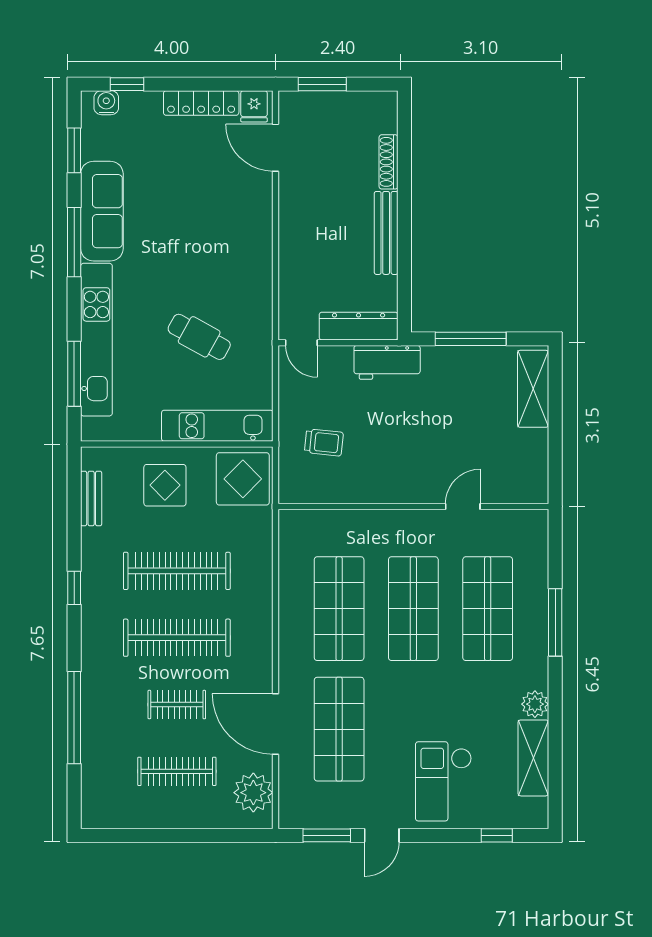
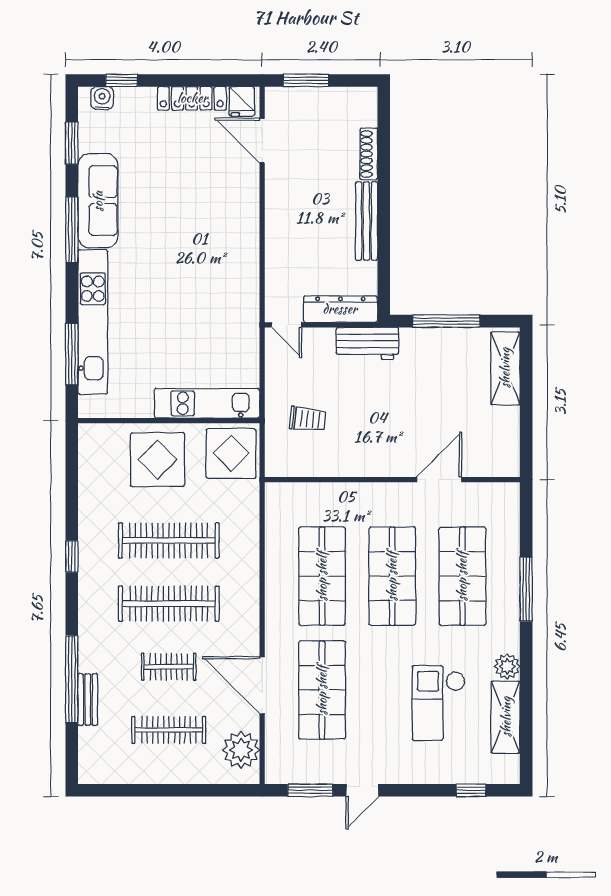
cafe table: (199, 337) -> (190, 319), removed
display table: (165, 485) -> (157, 460), width x1.36, depth x1.36
bench: (91, 498) -> (88, 700), moved
door: (463, 506) -> (439, 480), width x1.38
checkout: (443, 781) -> (439, 703), moved

